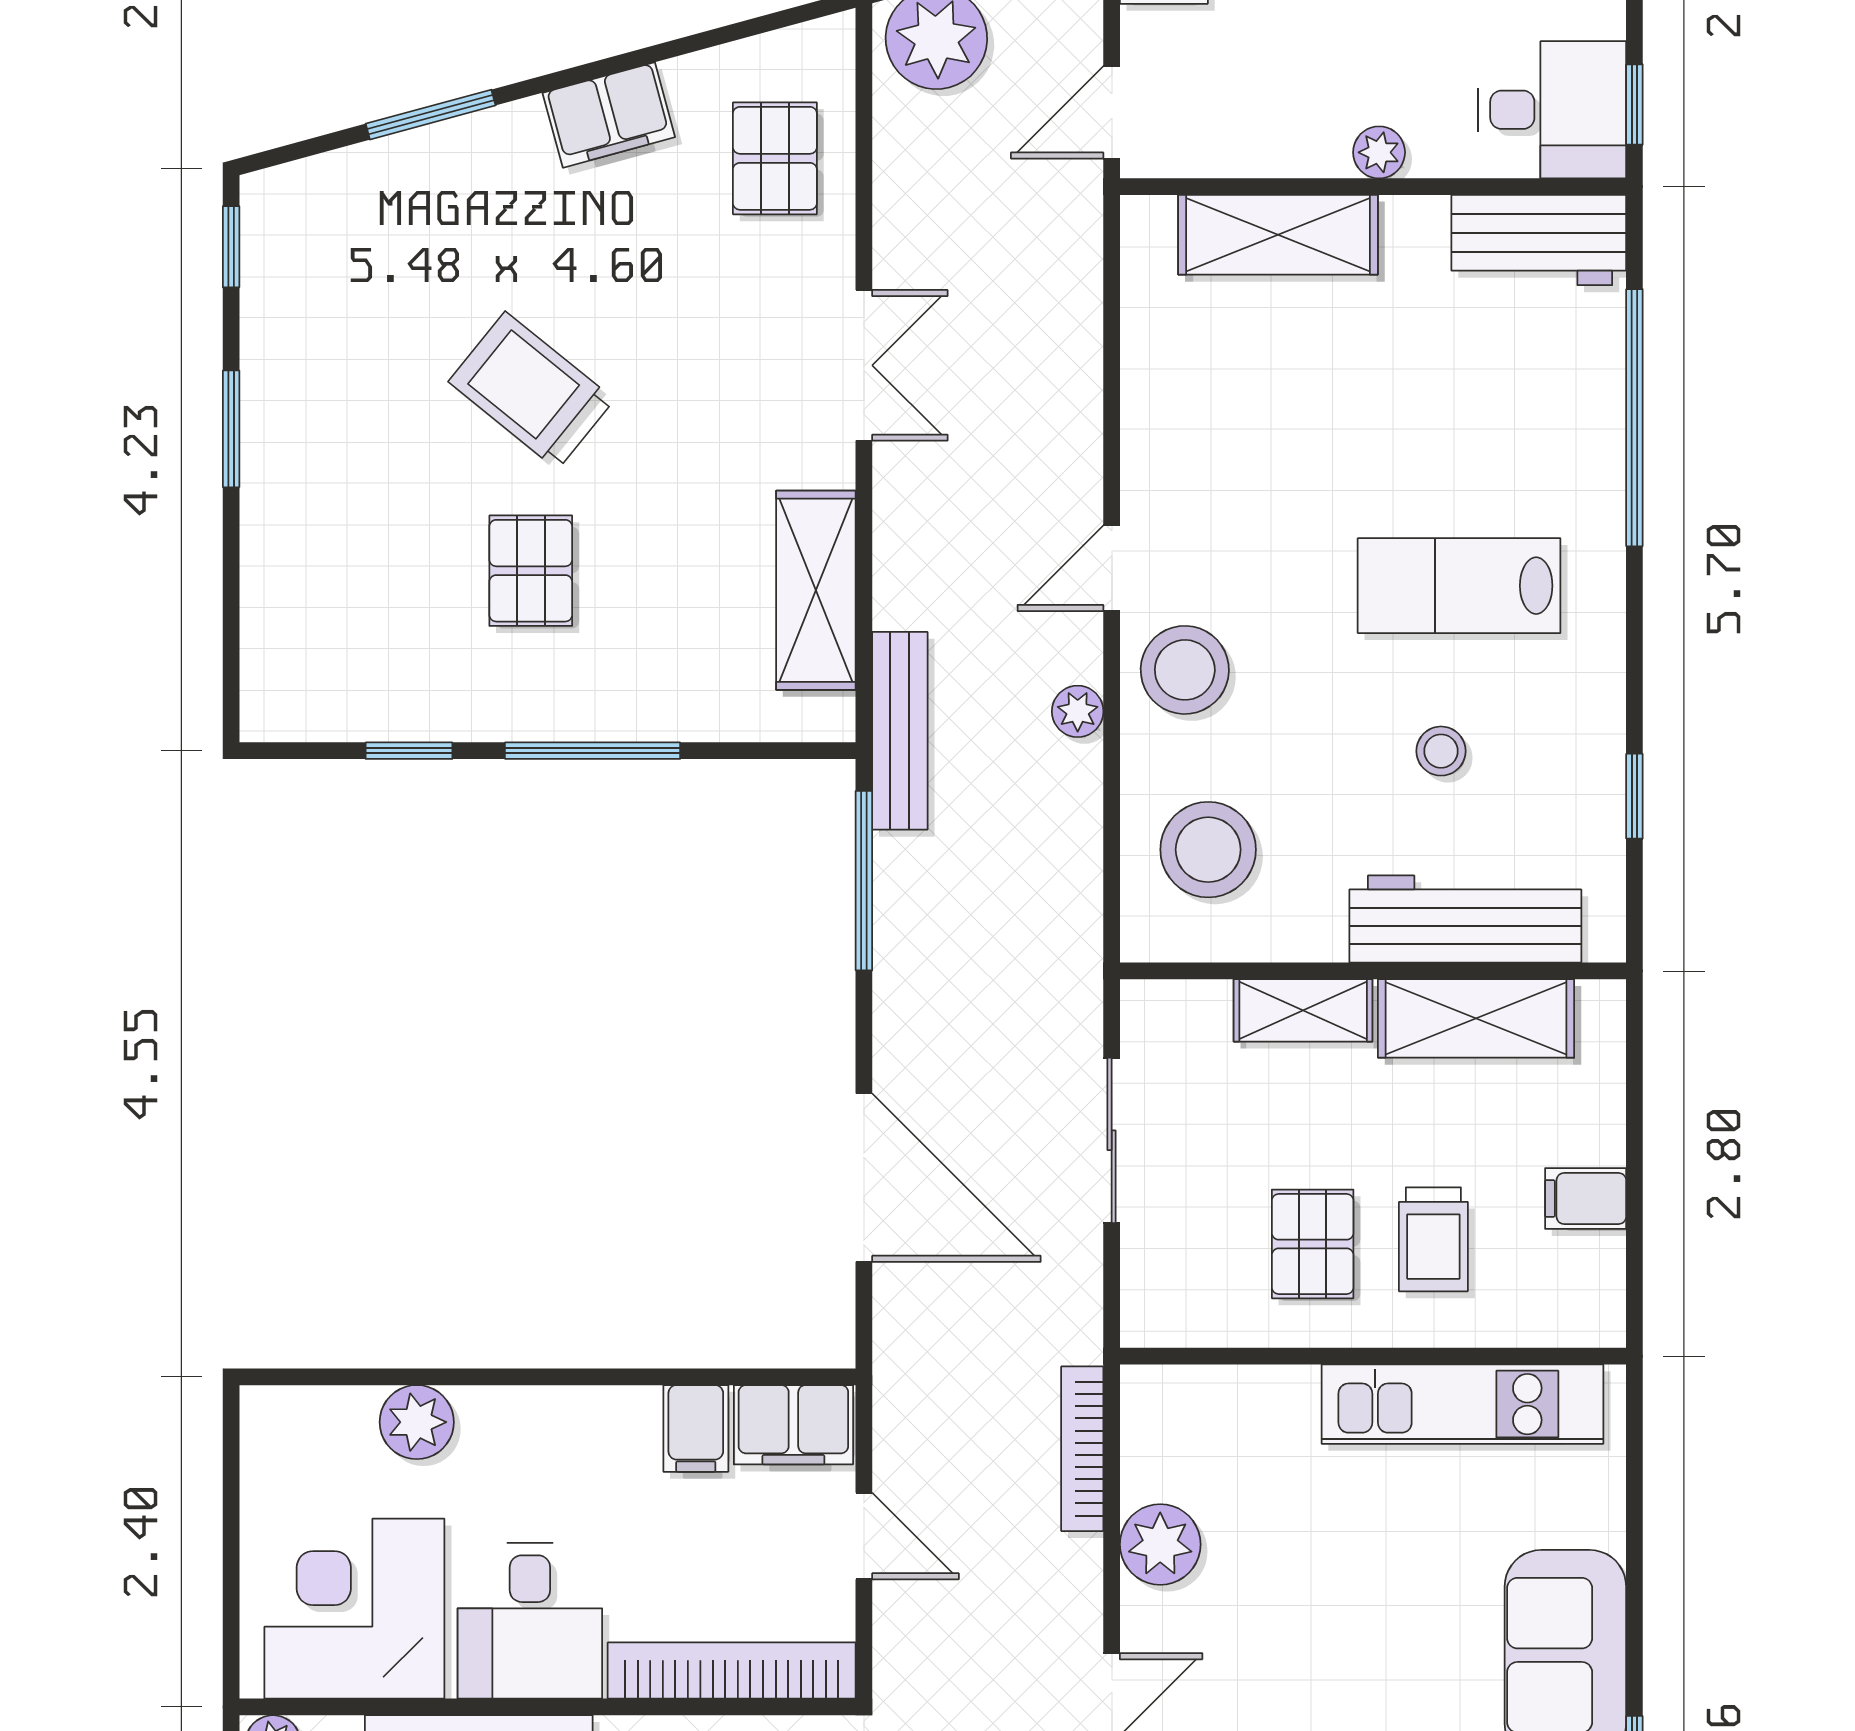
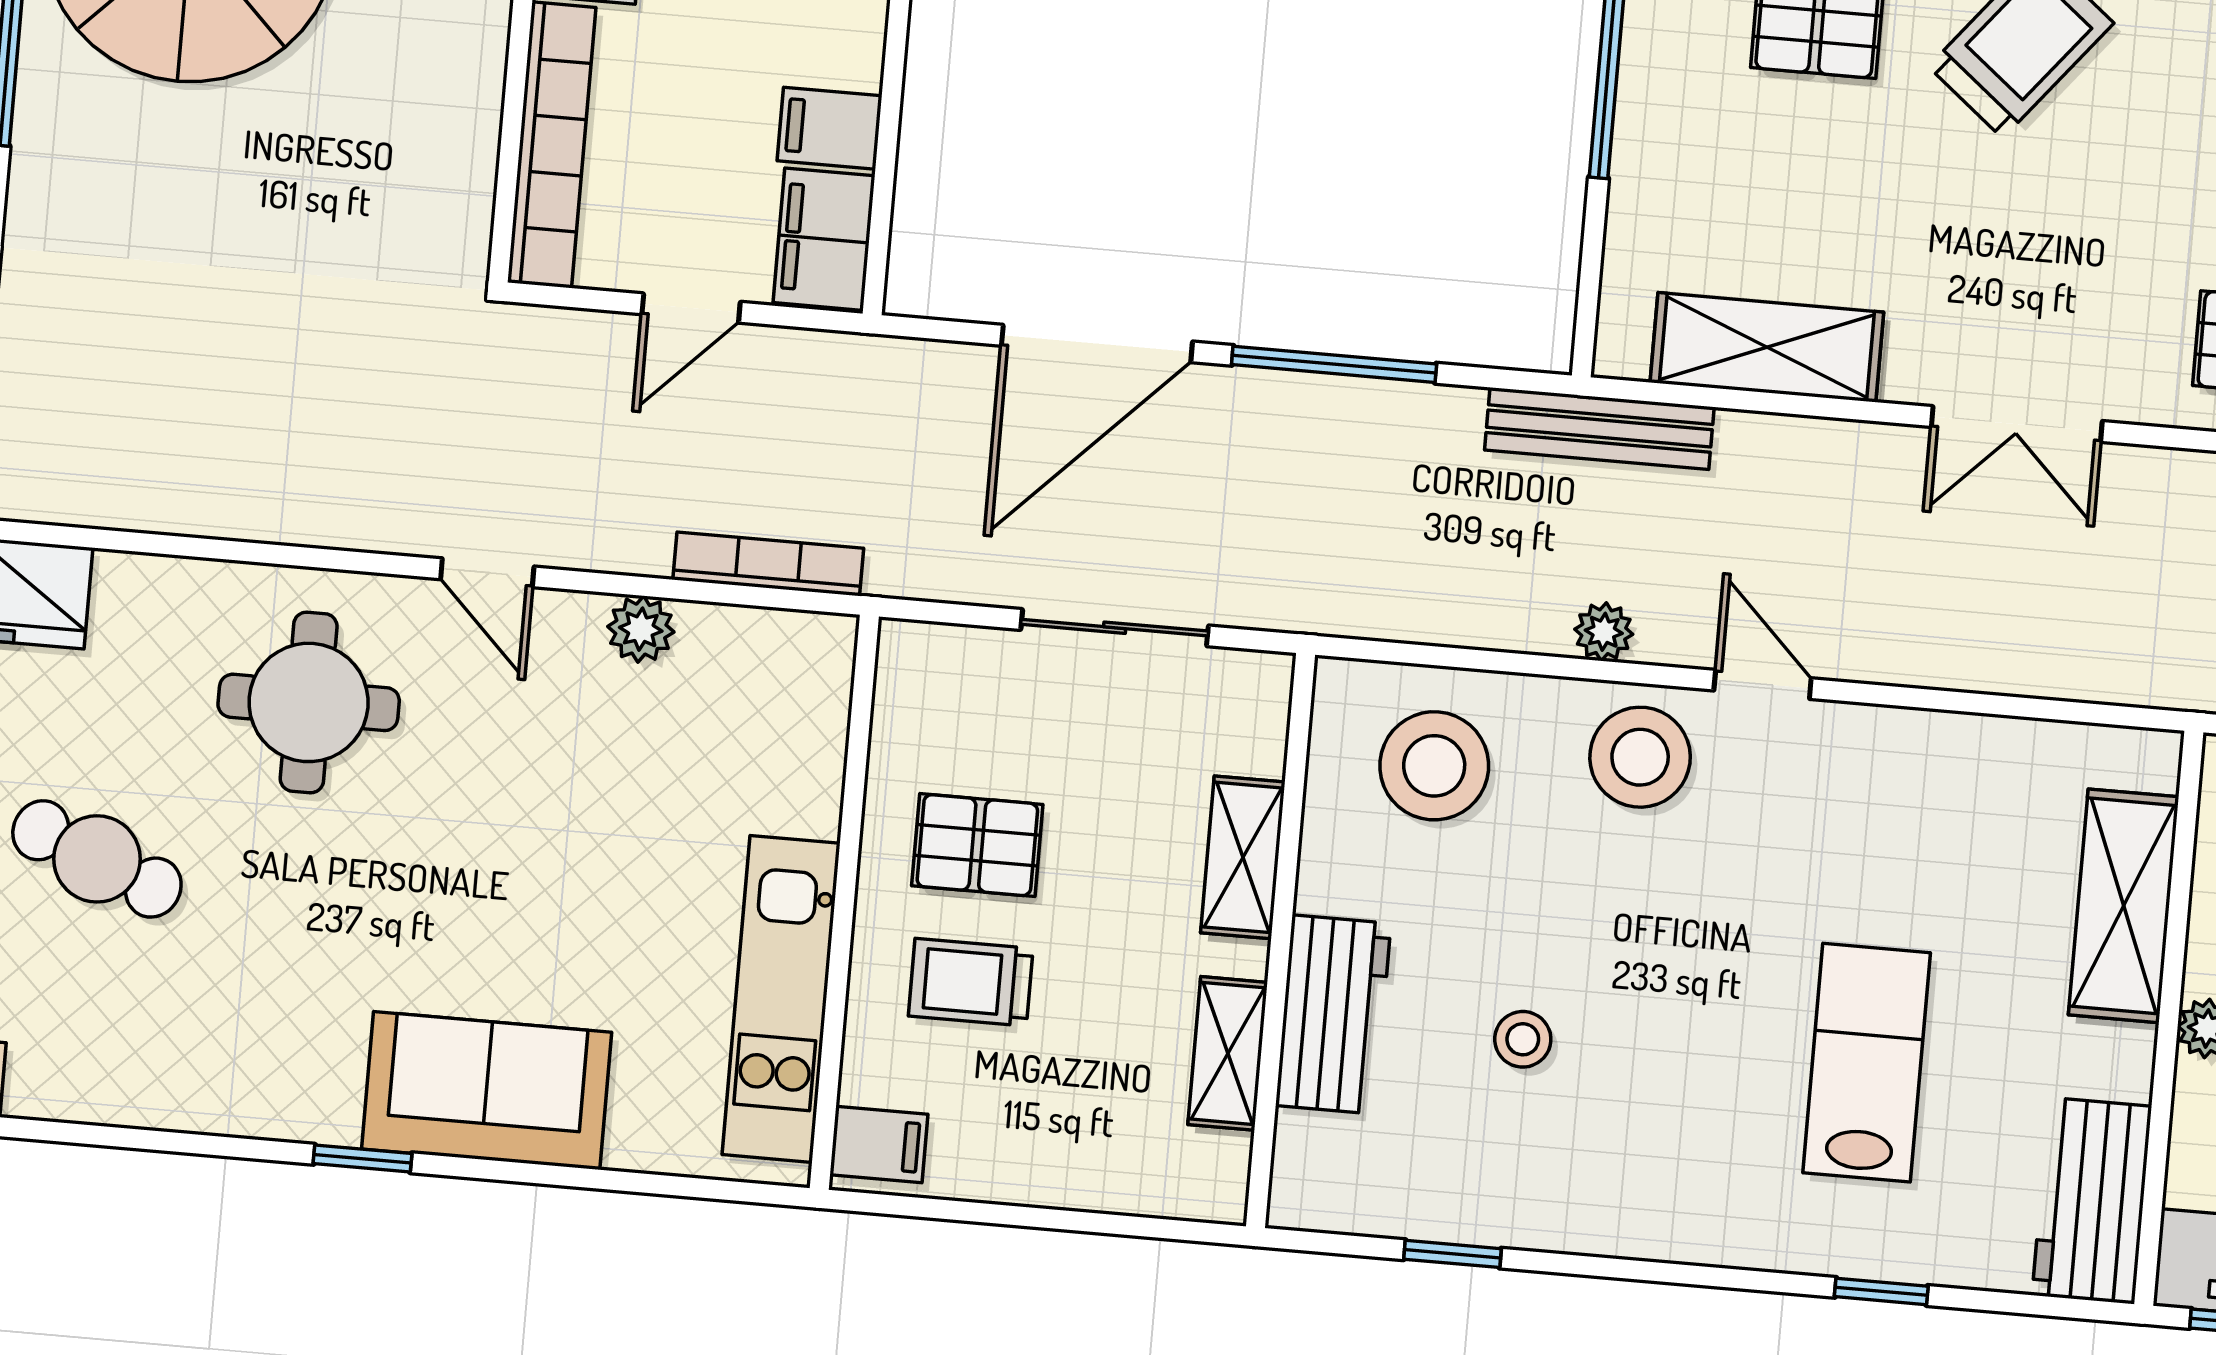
window: (1634, 418) -> (1881, 1291), width x0.32
lab bench: (1459, 586) -> (1867, 1063), moved
window: (864, 881) -> (1334, 364), moved
workbench: (1465, 919) -> (1333, 1014), width x0.73
shelving: (1476, 1018) -> (1228, 1053), width x0.67, depth x0.75
filing cabinet: (1586, 1198) -> (879, 1145), moved, turned 90
plant: (1160, 1544) -> (641, 629), width x0.73, depth x0.73

